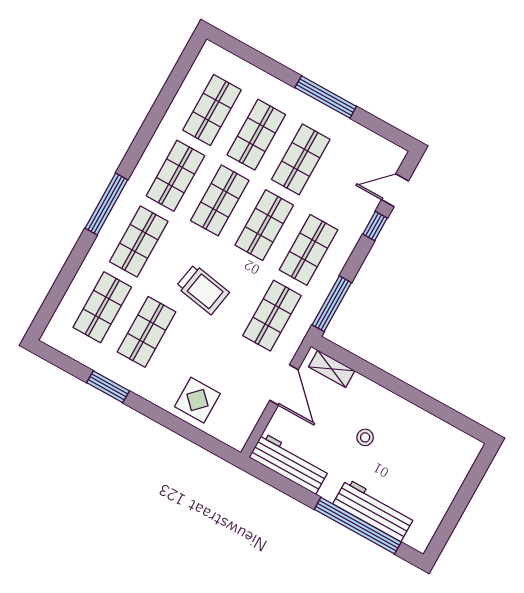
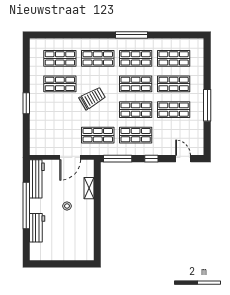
window: (106, 204) -> (131, 35), moved
window: (375, 226) -> (151, 159), moved
trolley: (203, 289) -> (92, 98), turned -130
shelving: (332, 369) -> (89, 188), moved
window: (108, 387) -> (26, 103), moved
display table: (197, 400) -> (42, 123), removed
workbench: (374, 510) -> (37, 228), width x0.73
window: (358, 526) -> (26, 205), moved

